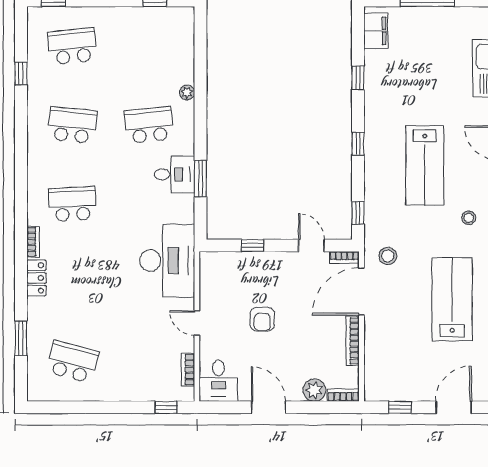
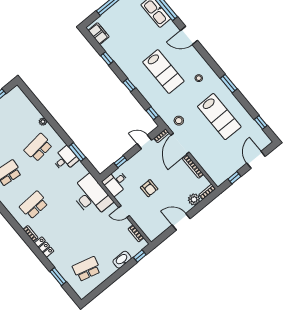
lab bench: (452, 299) -> (219, 117), turned 180
desk: (218, 381) -> (116, 183), moved, turned 90
washbasin: (136, 391) -> (122, 260), added

